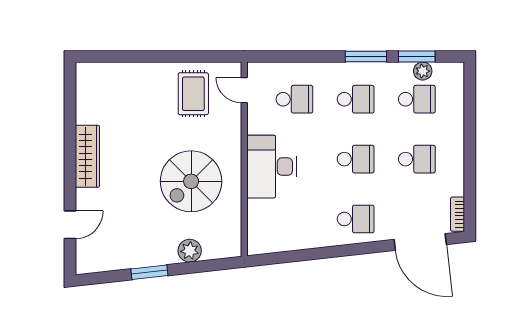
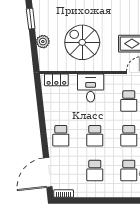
desk: (272, 167) -> (91, 88), width x0.73
locker: (257, 227) -> (56, 80), added

